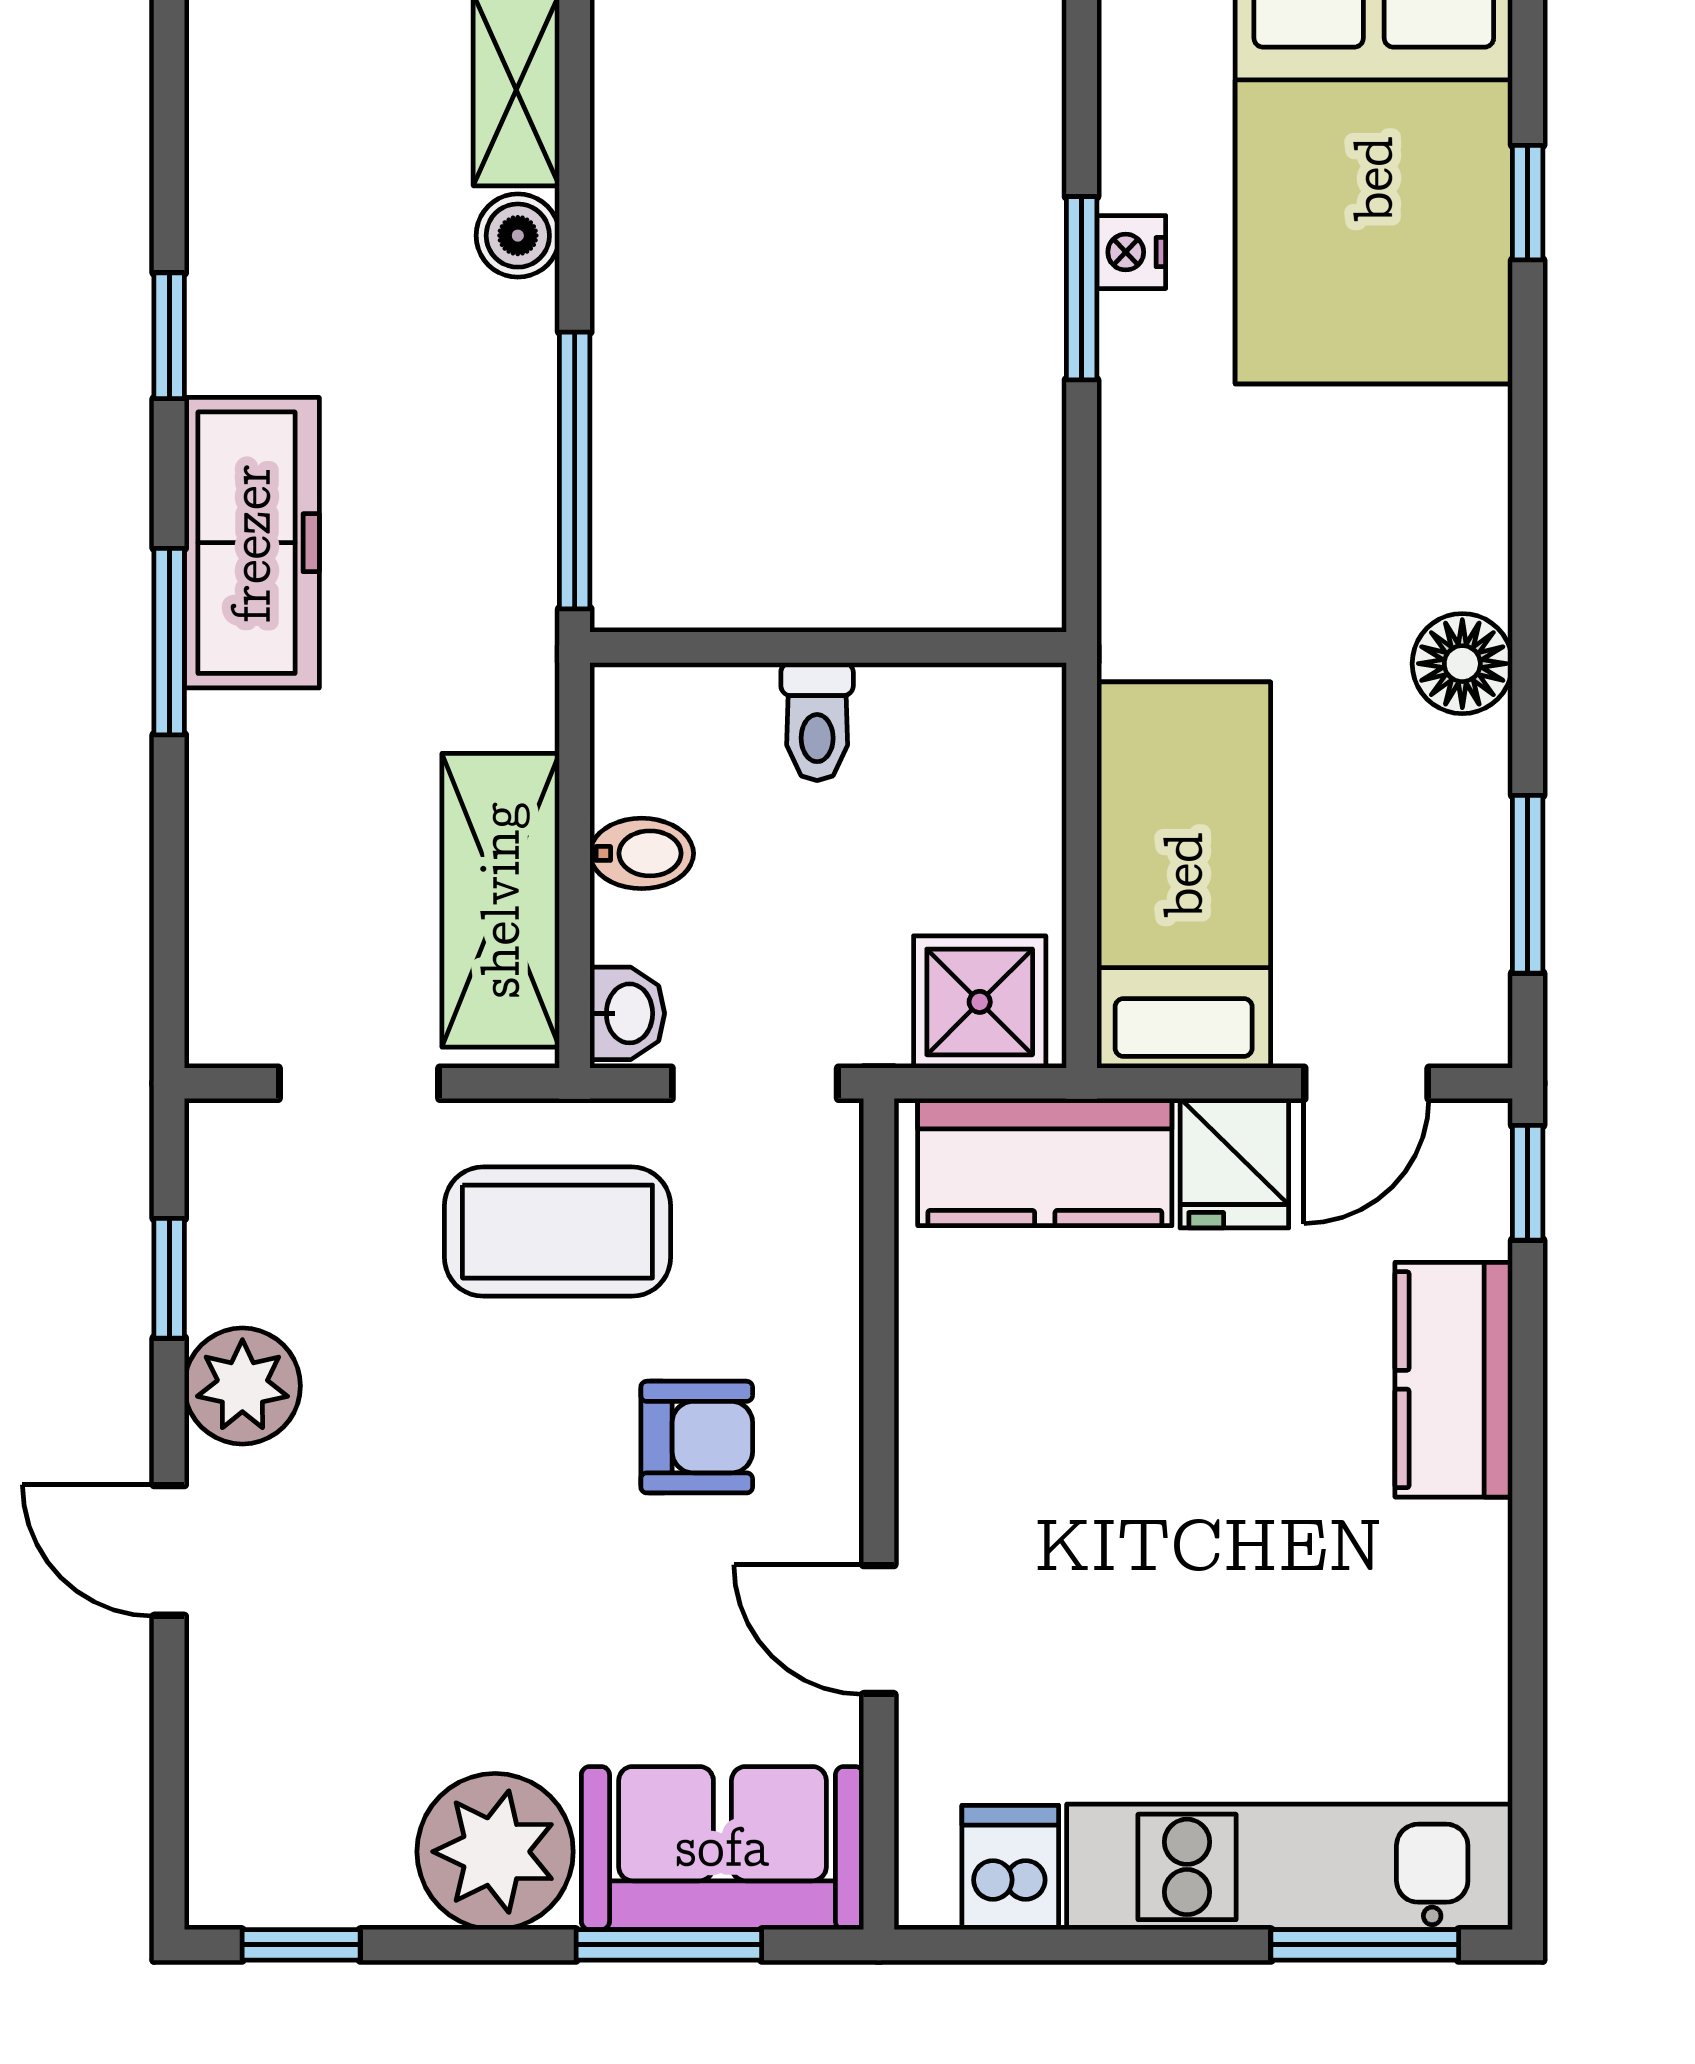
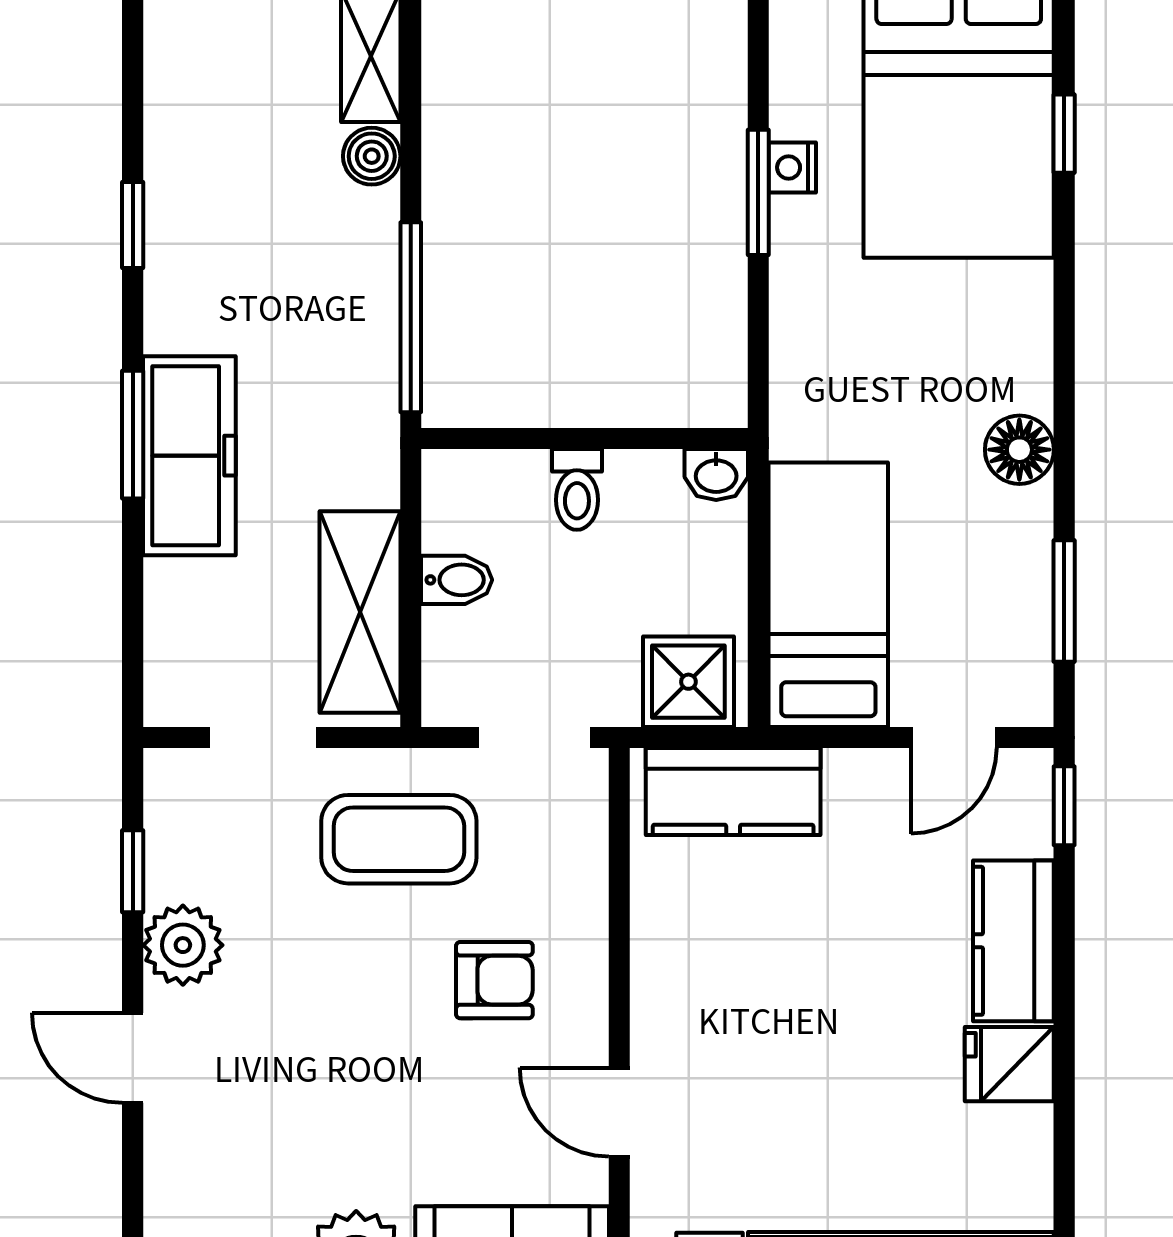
freezer: (252, 543) -> (189, 456), moved
washbasin: (627, 1013) -> (716, 475), moved, turned 90
fridge: (1234, 1163) -> (1009, 1064), moved, turned 90

